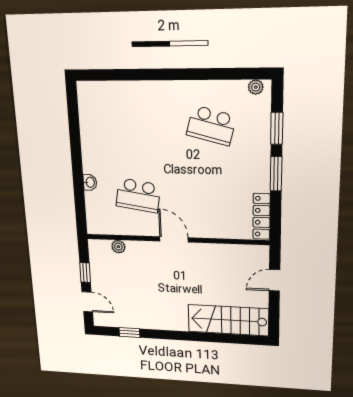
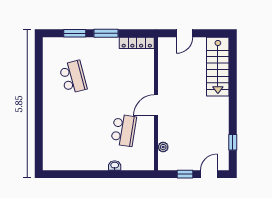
plant: (256, 87) -> (47, 47), removed
school desk: (211, 125) -> (73, 77), turned -30
door: (274, 280) -> (184, 33), hinge flipped

